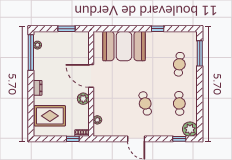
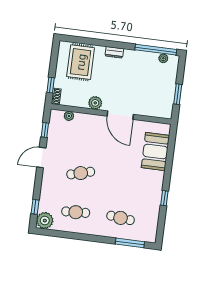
booth: (124, 46) -> (155, 152), width x0.73, depth x0.70
door: (91, 76) -> (120, 115), swing flipped
window: (112, 139) -> (45, 130), added

